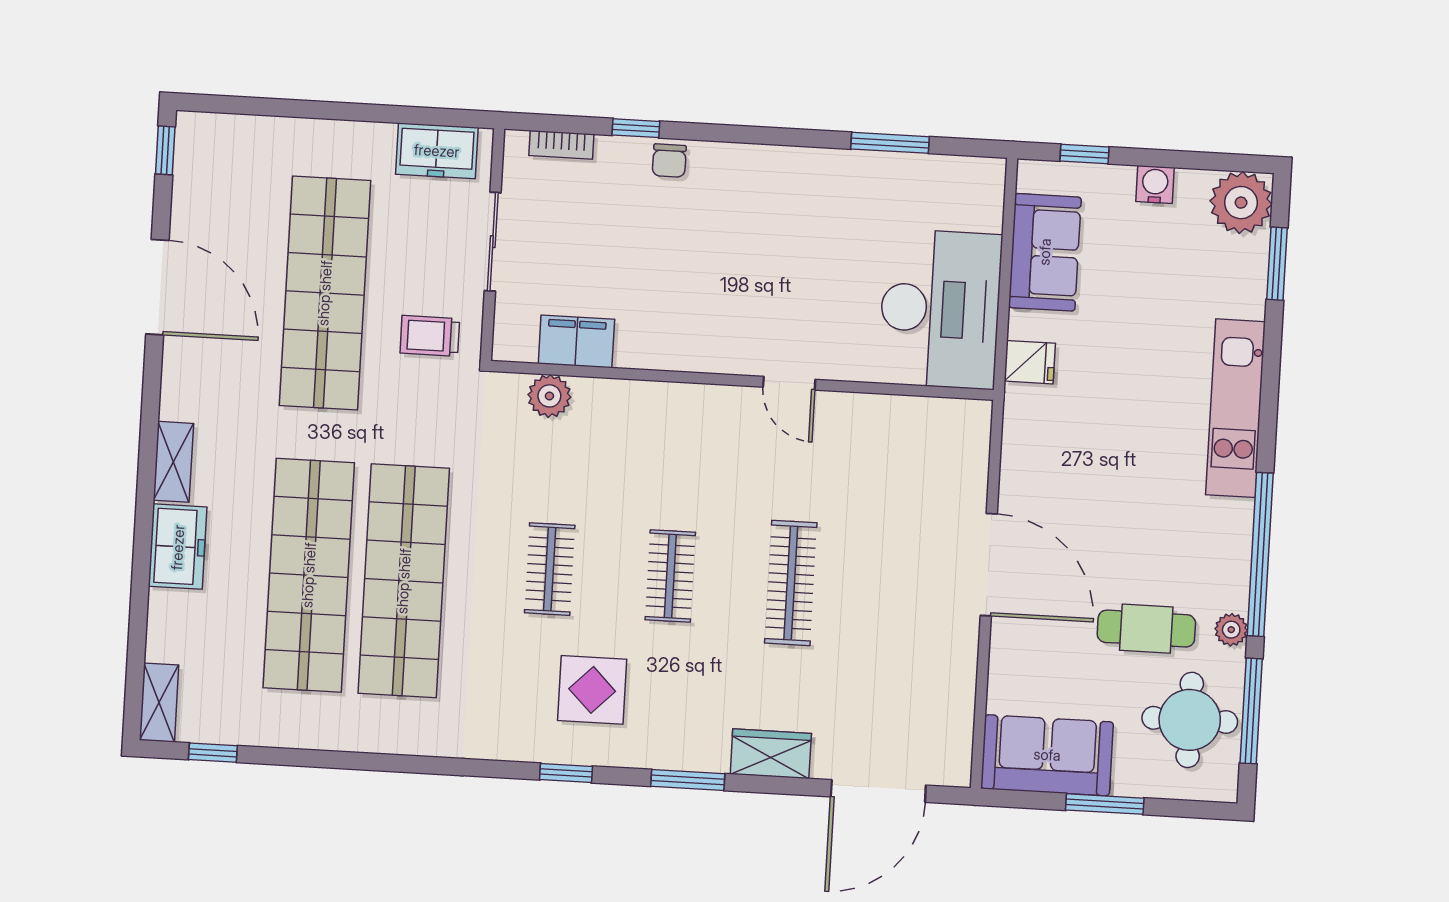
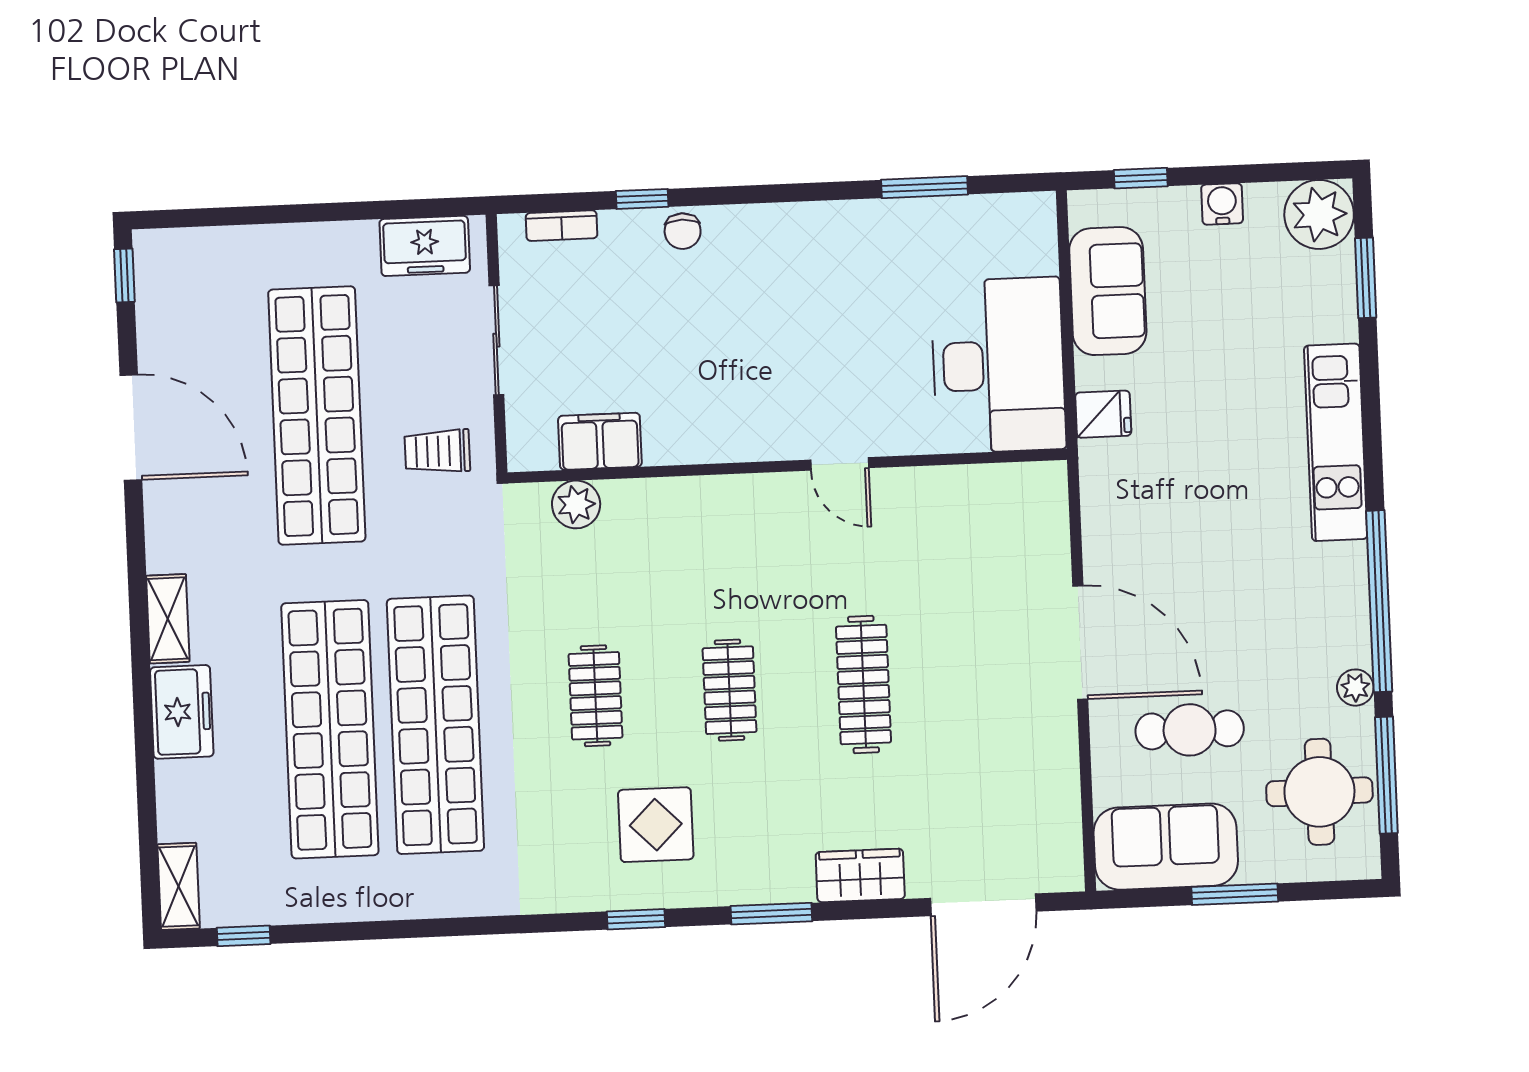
cafe table: (1146, 629) -> (1190, 730), moved

